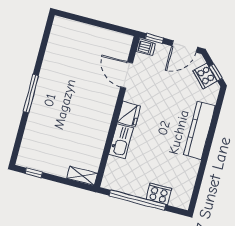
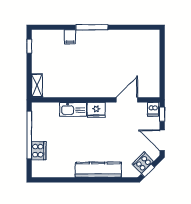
filing cabinet: (35, 122) -> (70, 37), added

